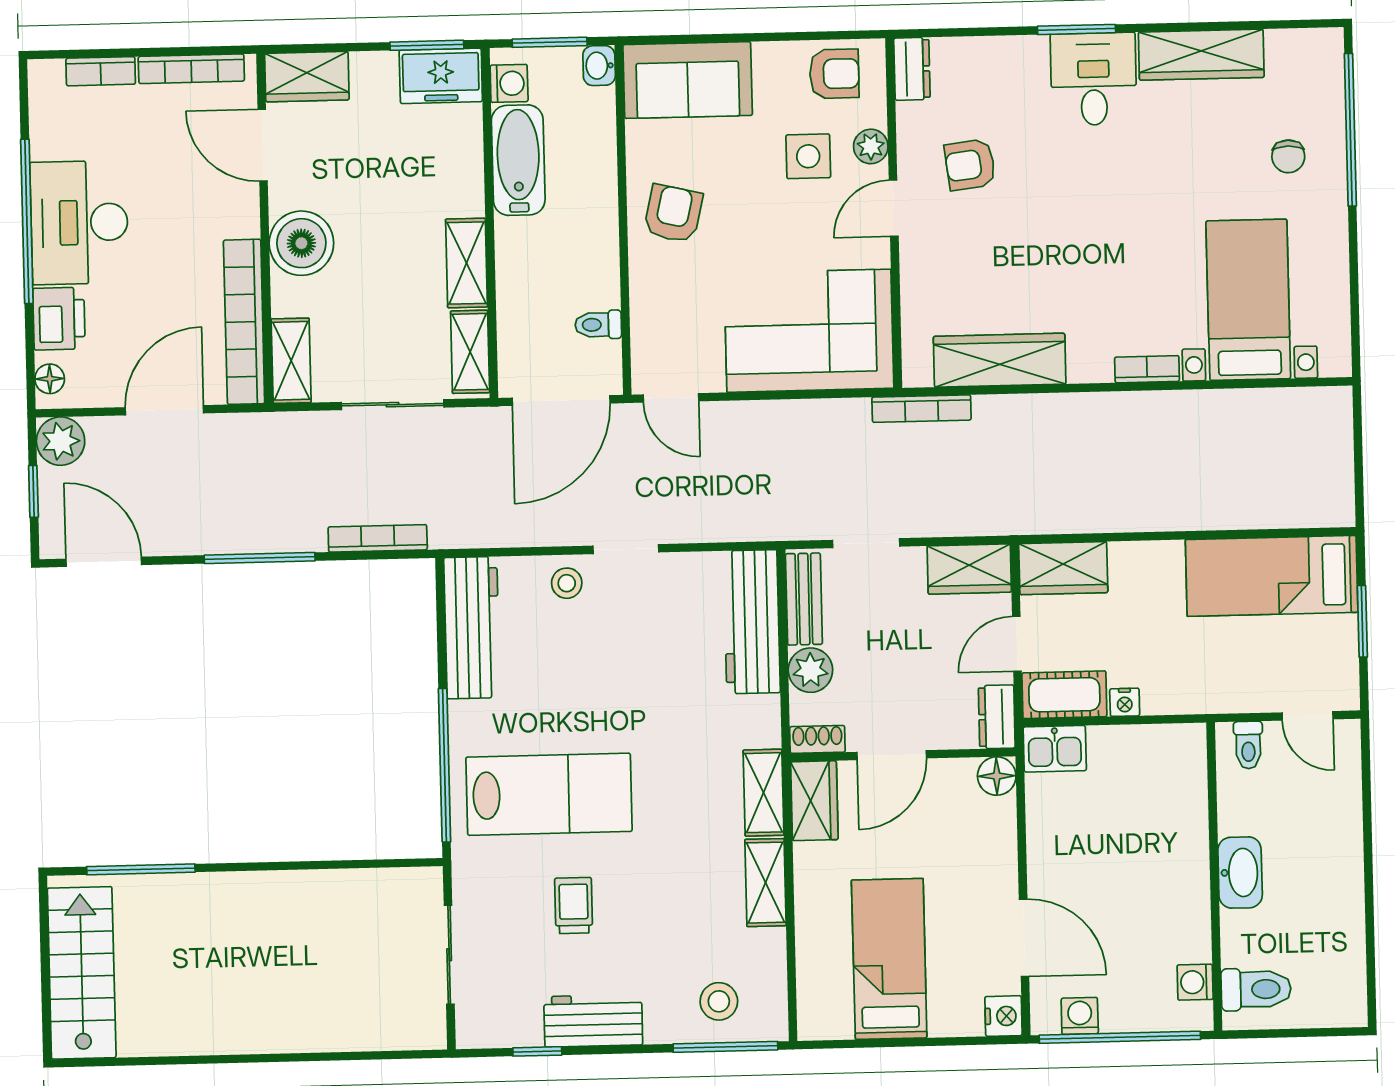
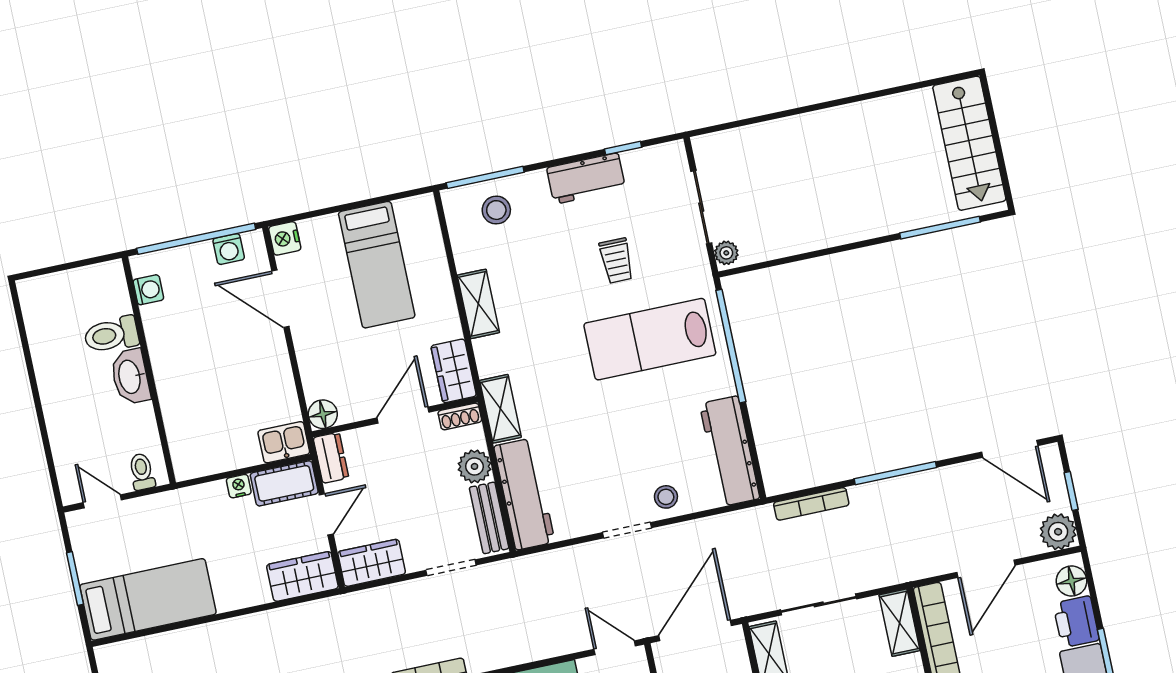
floor lamp: (50, 379) -> (1072, 581), width x1.37, depth x1.37
shelving: (764, 793) -> (500, 409), moved
plant: (428, 889) -> (726, 253), added
toilet: (1256, 989) -> (111, 335), moved

